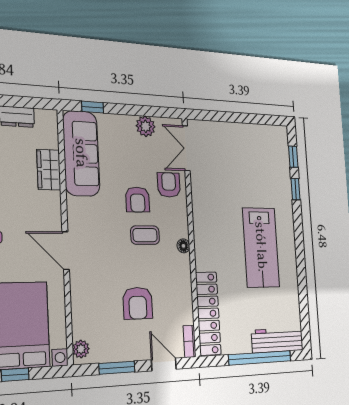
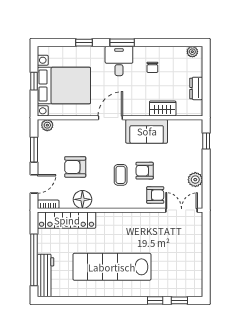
sofa: (81, 153) -> (147, 131), moved, width x0.73
floor lamp: (183, 246) -> (82, 199), moved, width x1.89, depth x1.89
lab bench: (261, 247) -> (112, 267), width x1.36

